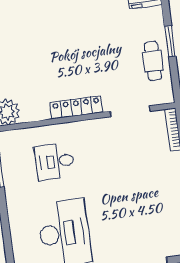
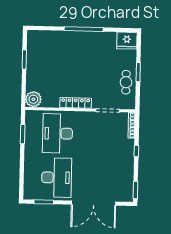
desk: (55, 161) -> (58, 133), width x1.87, depth x1.30

